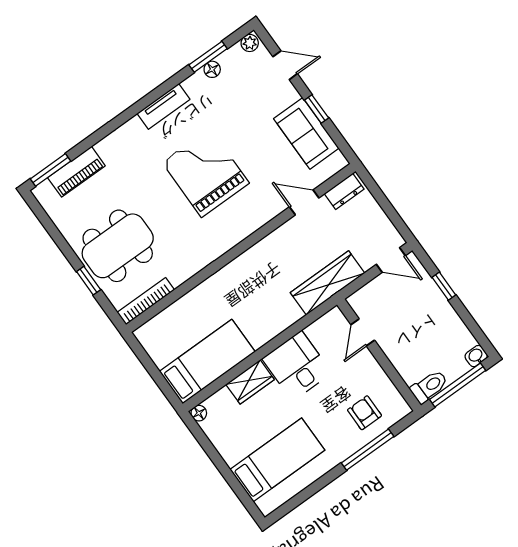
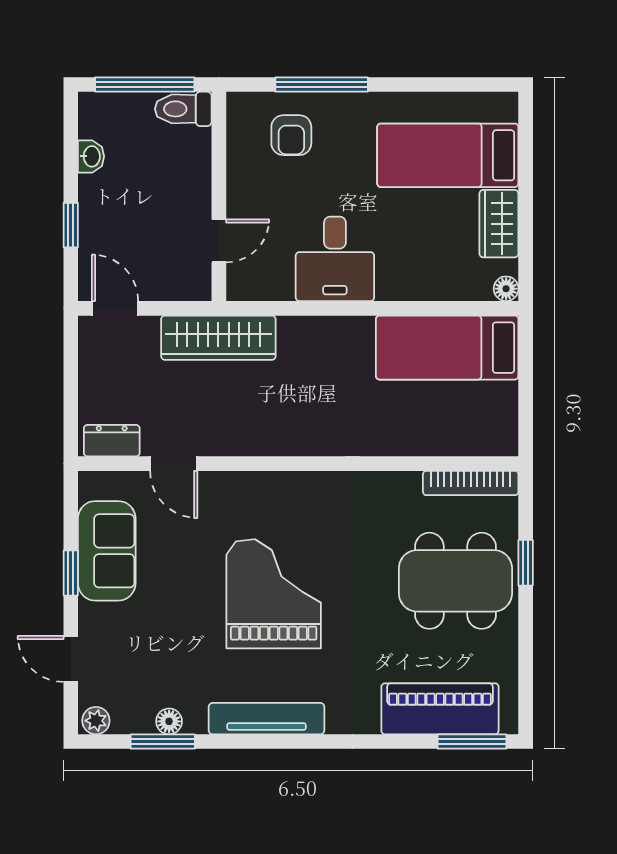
tv unit: (164, 106) -> (266, 719), width x1.41
piano: (76, 172) -> (440, 709), width x1.37, depth x1.33
grand piano: (206, 173) -> (274, 594), turned 180
washbasin: (476, 356) -> (91, 156), moved, turned -90
wardrobe: (250, 382) -> (499, 224), moved, turned -90

